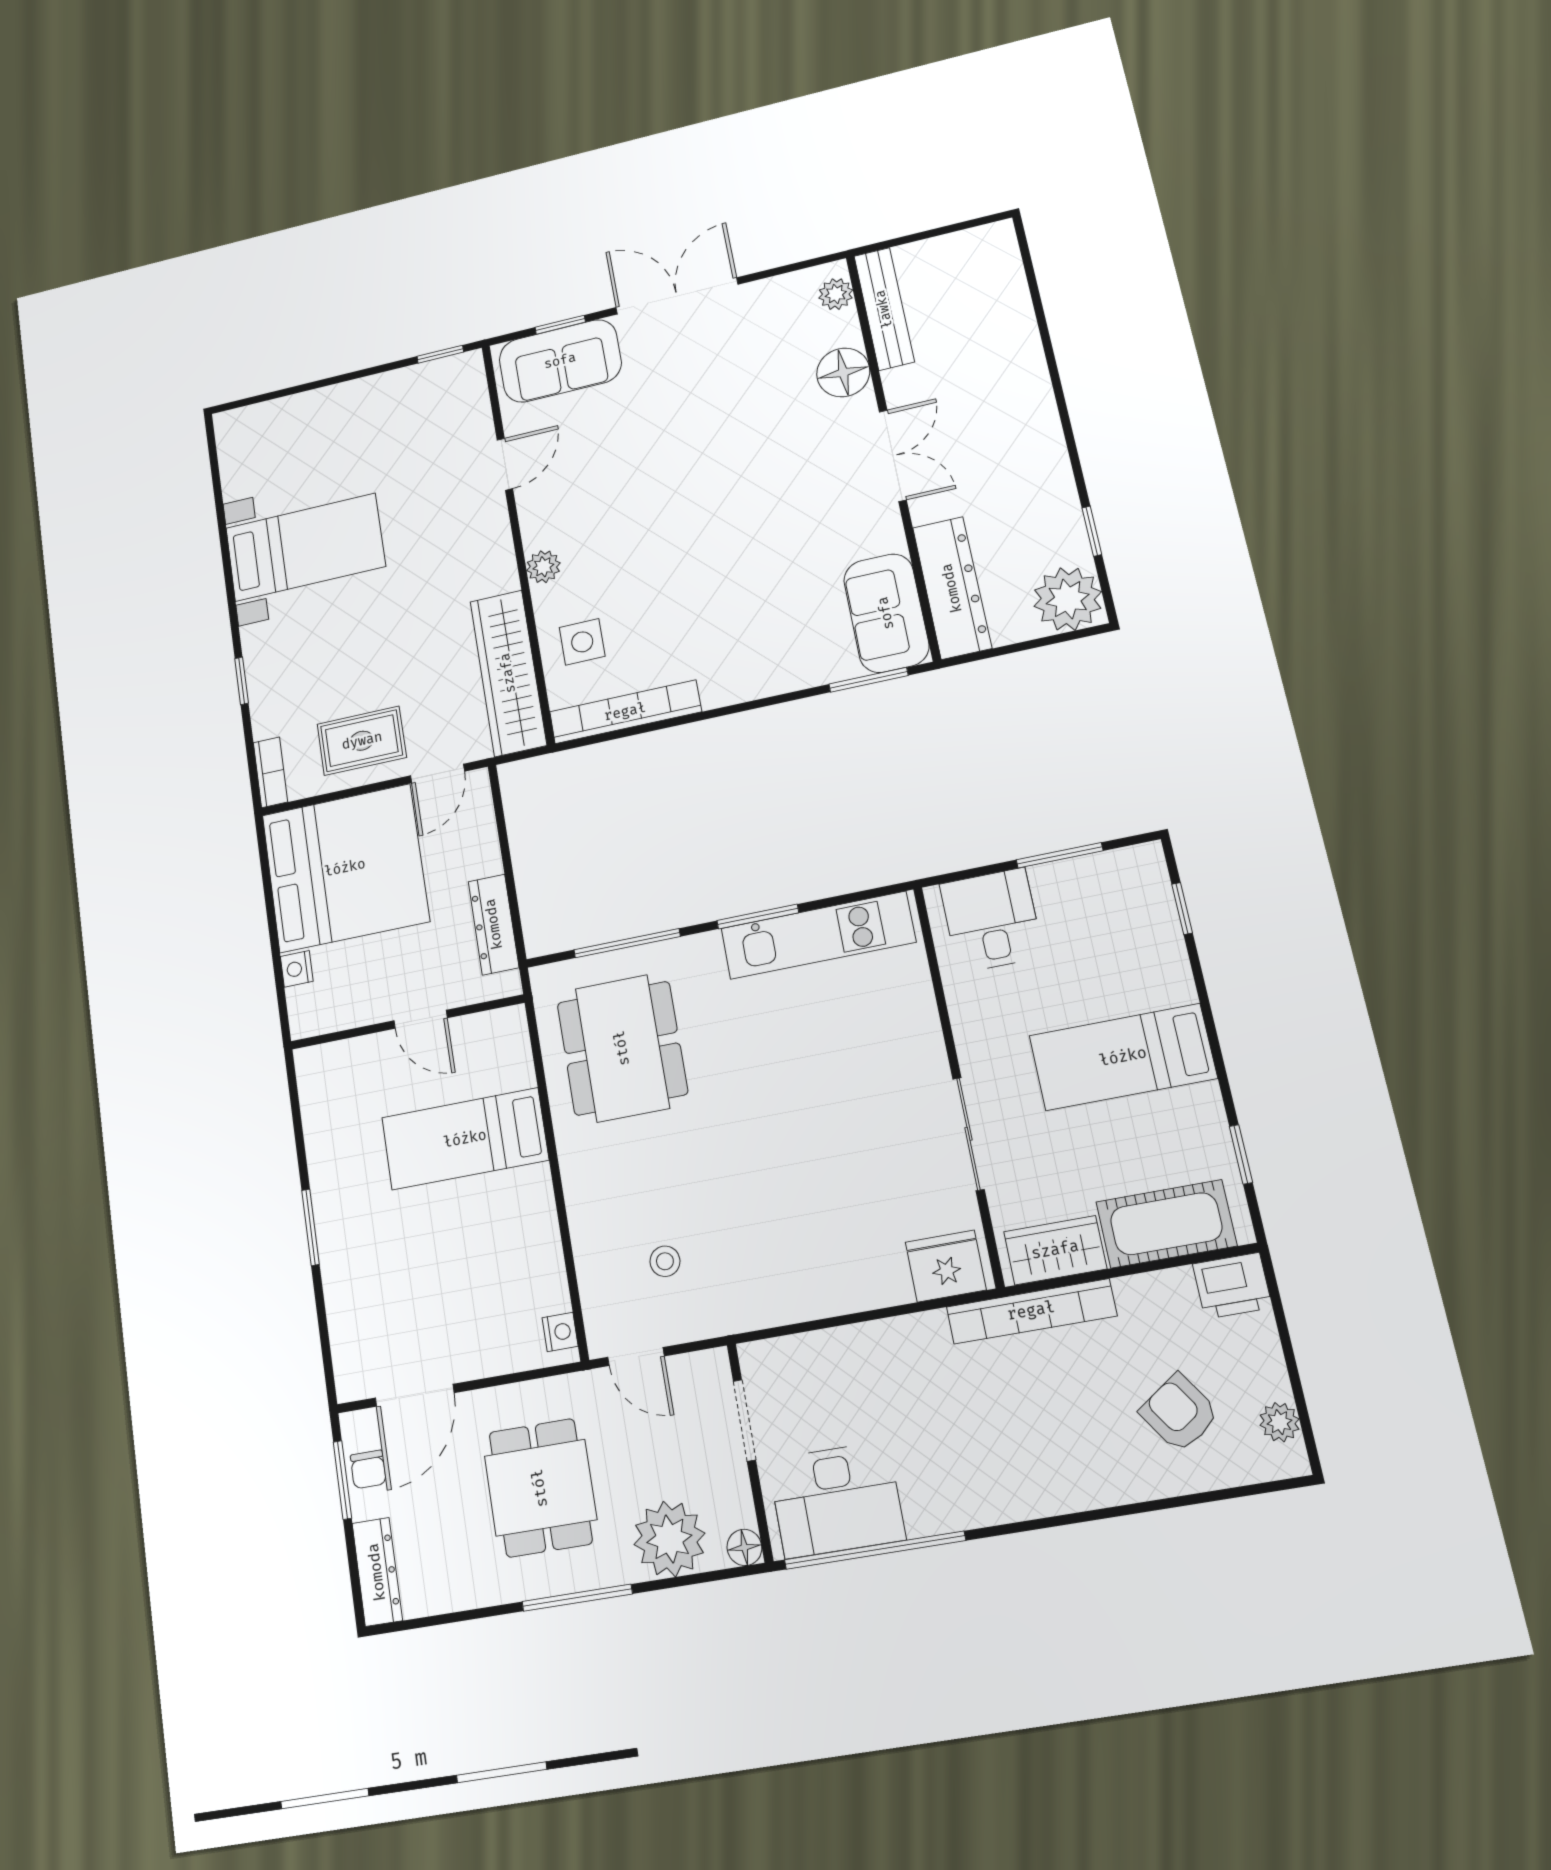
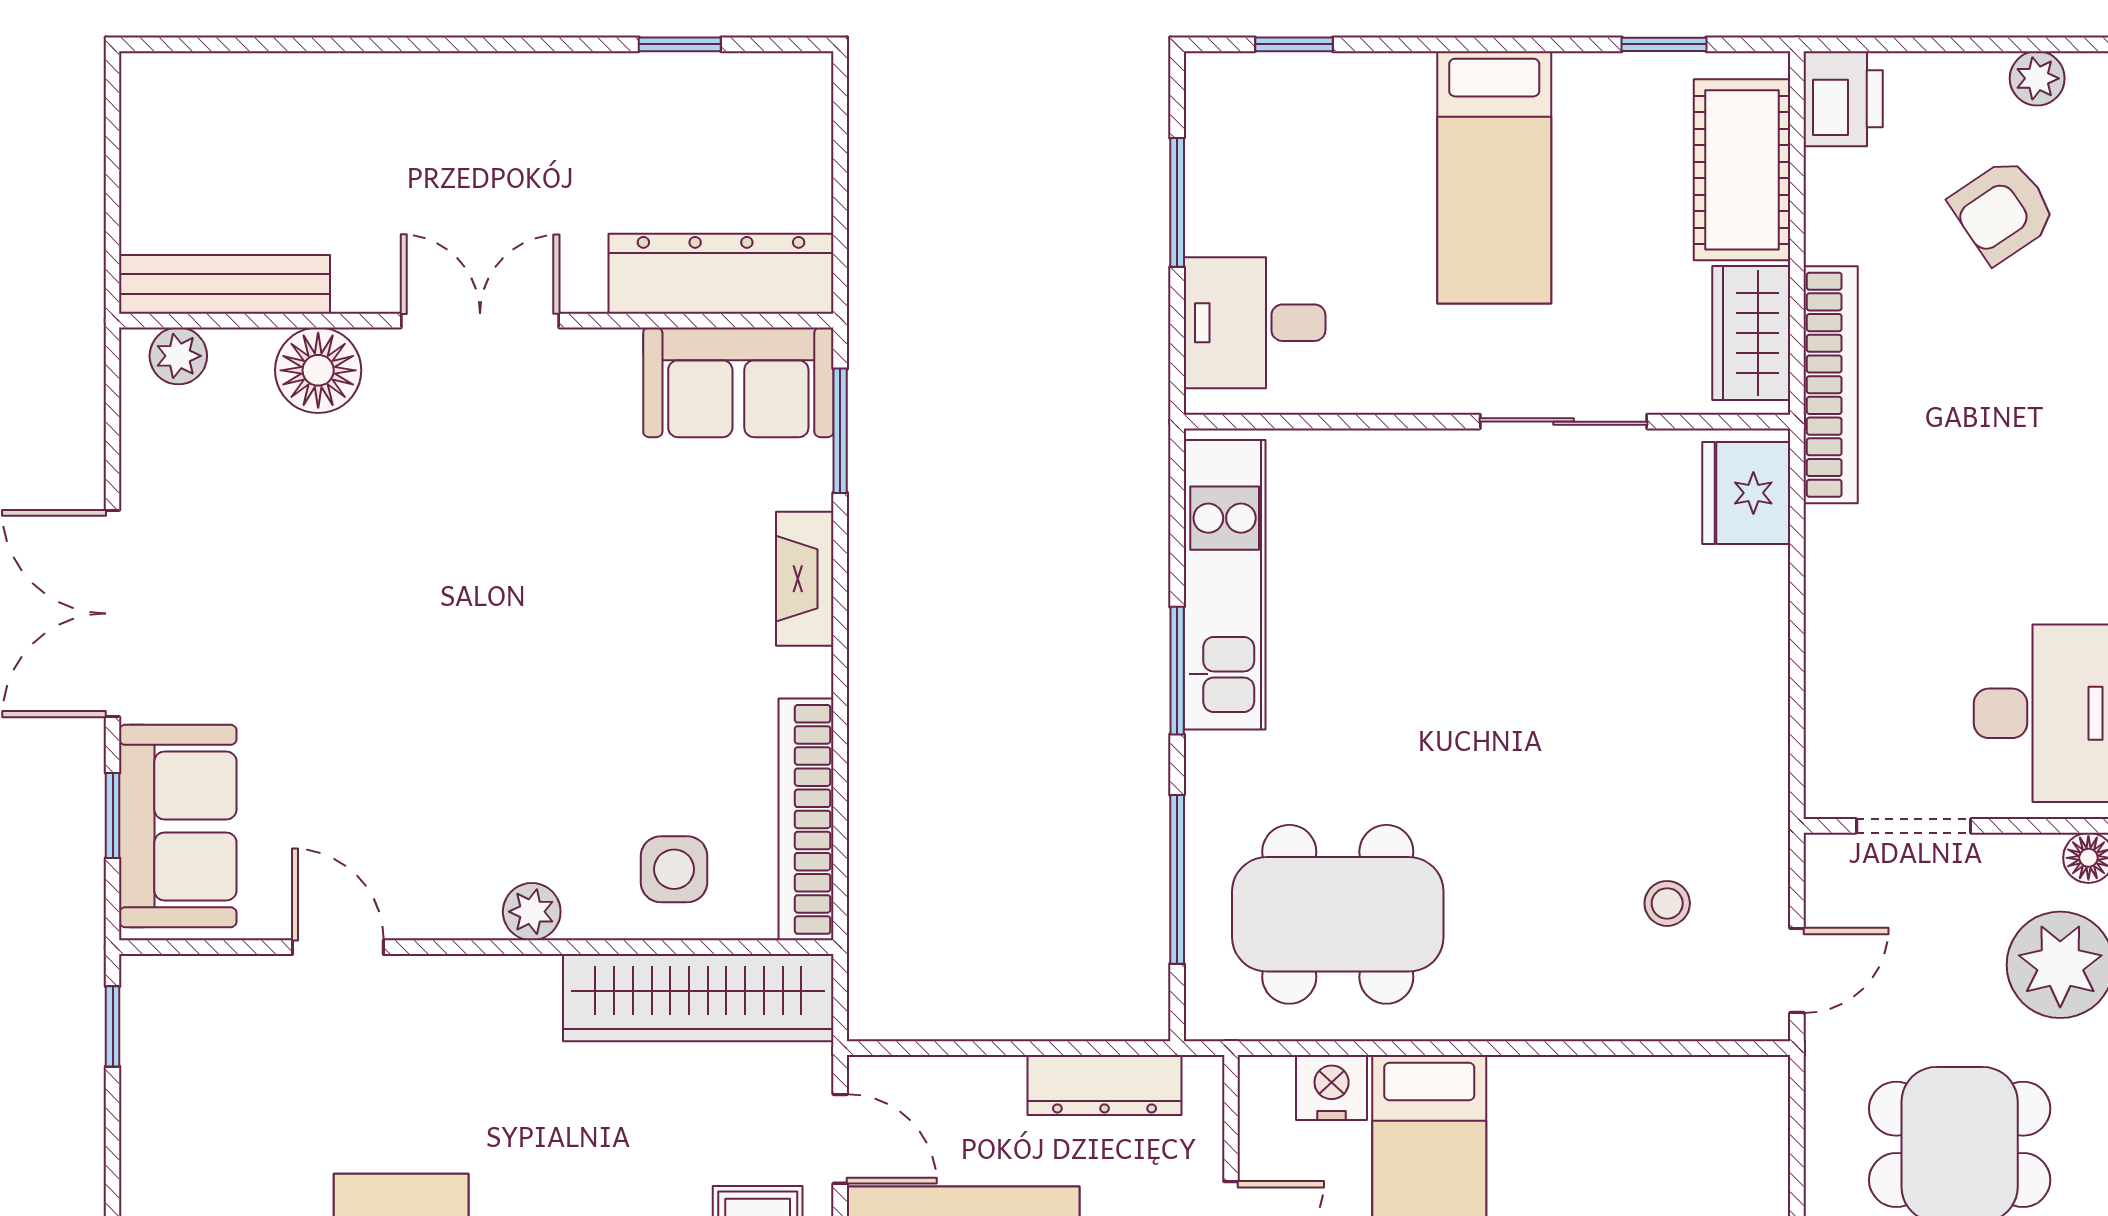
plant: (1068, 599) -> (780, 104), removed
fireplace: (772, 679) -> (805, 579), added
nightstand: (560, 1332) -> (1332, 1088), moved, width x1.39, depth x1.35

